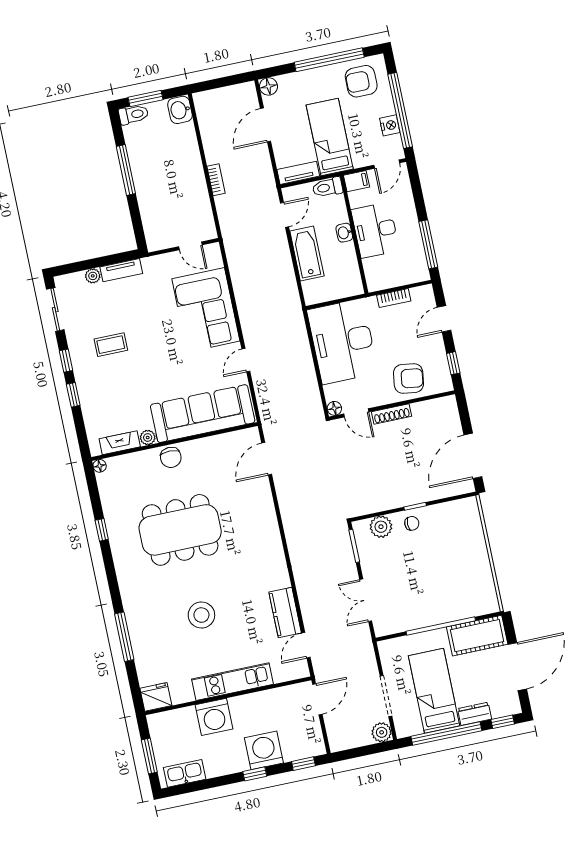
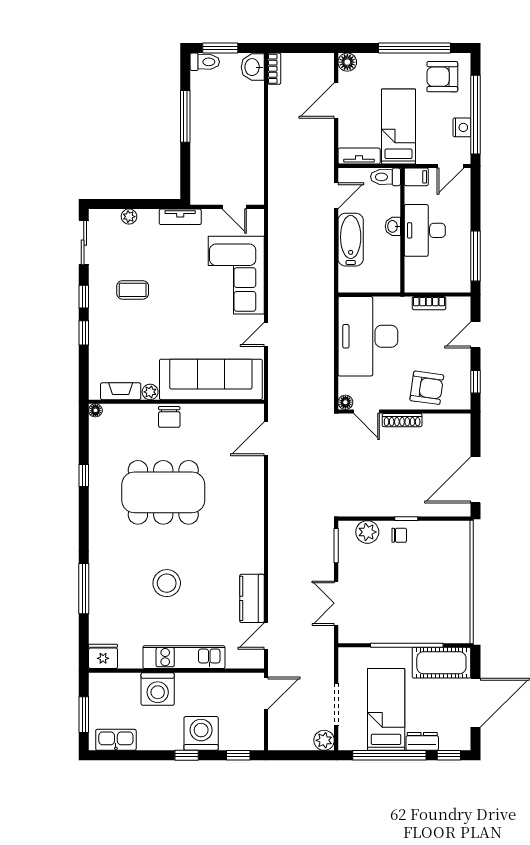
bookcase: (216, 180) -> (274, 69), moved
tv unit: (121, 270) -> (180, 217), moved

